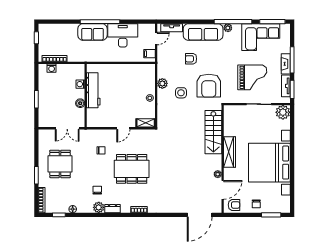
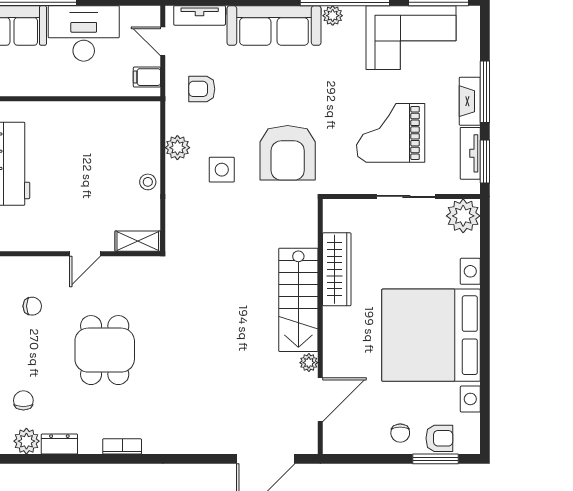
door: (156, 39) -> (163, 41), swing flipped
armchair: (191, 59) -> (202, 89), moved
grand piano: (252, 77) -> (391, 133), turned 180
stairs: (213, 132) -> (298, 300), moved
wardrobe: (230, 152) -> (337, 269), moved
dining table: (132, 169) -> (105, 350), width x0.73
armchair: (234, 205) -> (439, 438), moved

